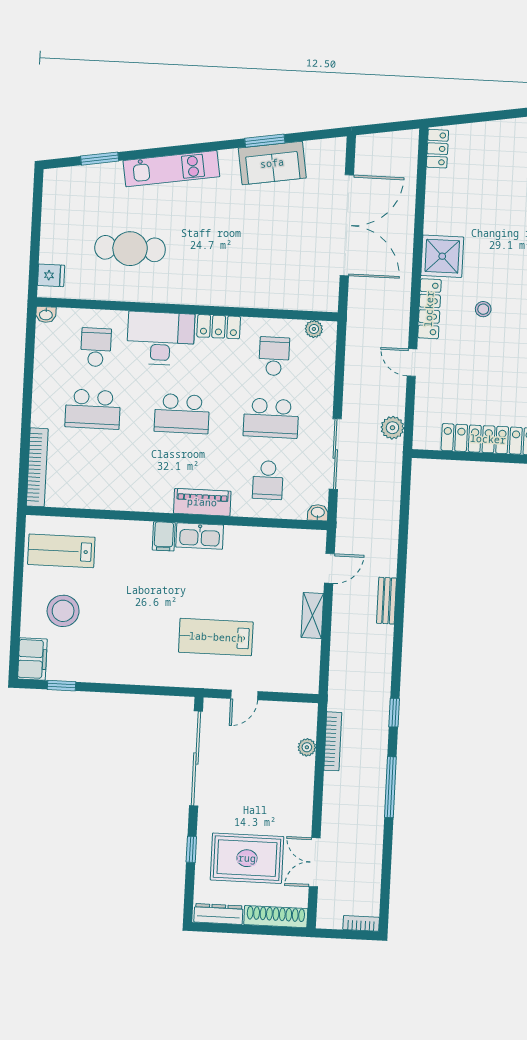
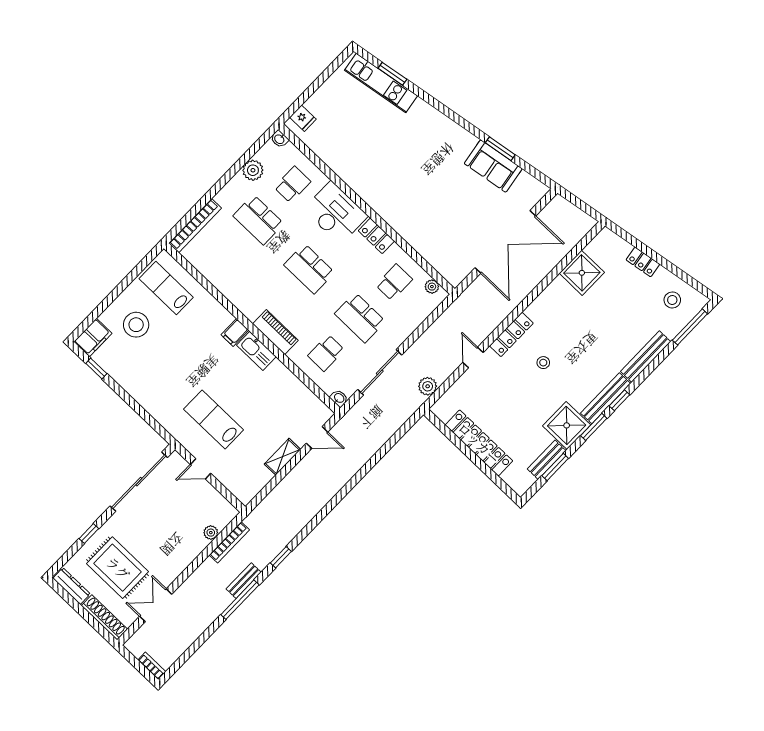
locker: (437, 149) -> (643, 262), moved, turned 81
kitchen unit: (171, 169) -> (381, 83), moved
cafe table: (130, 249) -> (364, 143), removed
shower: (442, 256) -> (582, 273), moved
plant: (46, 366) -> (253, 170), added
bench: (387, 601) -> (244, 581), moved

